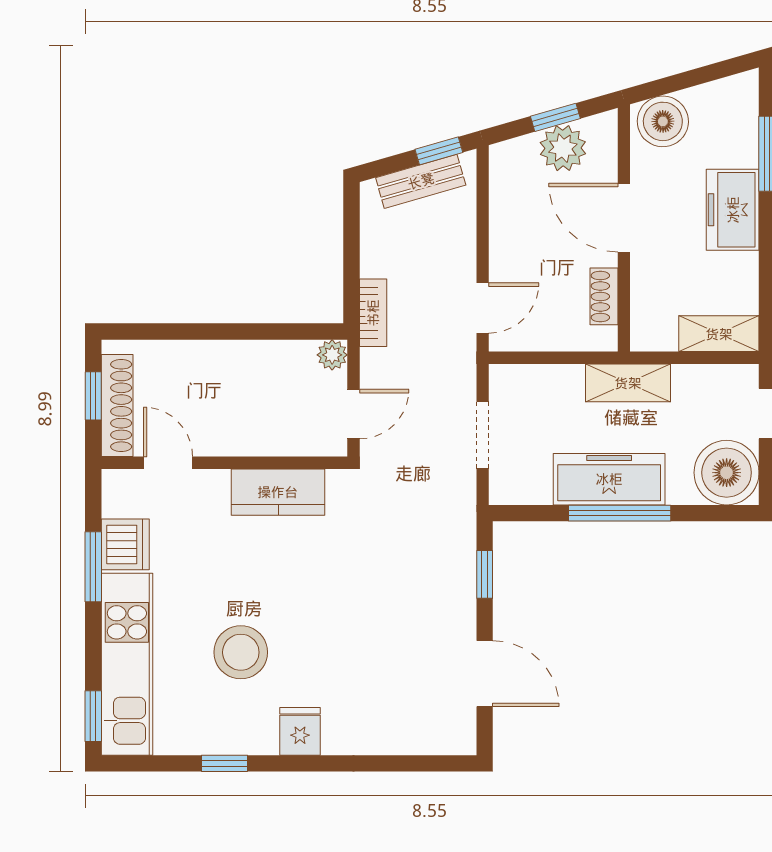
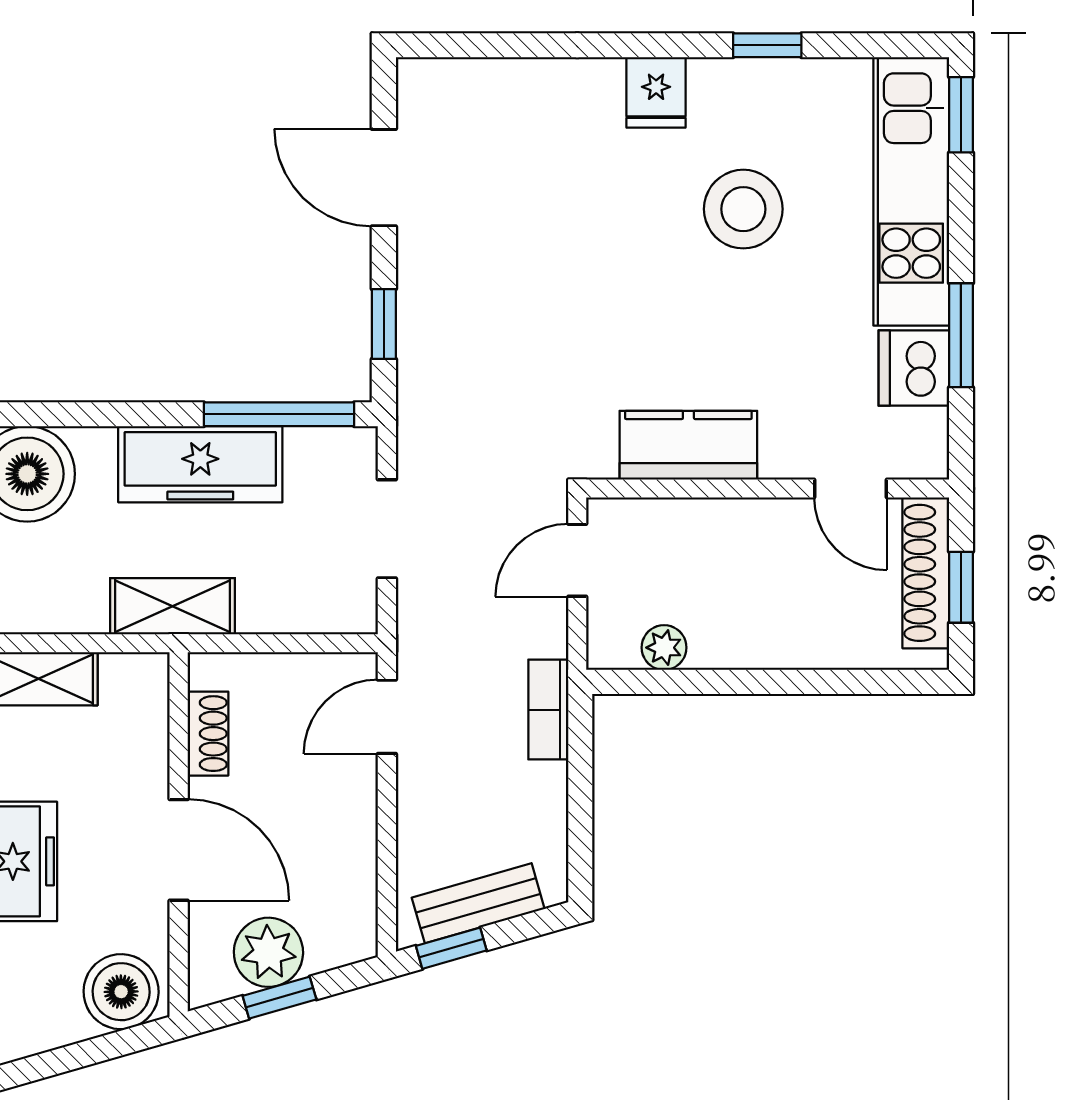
plant: (332, 355) -> (664, 648), moved
window: (620, 513) -> (279, 414), moved

